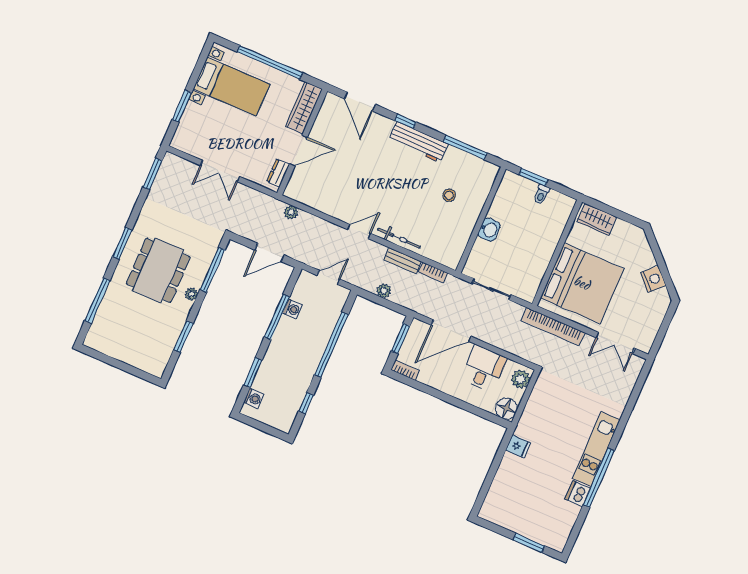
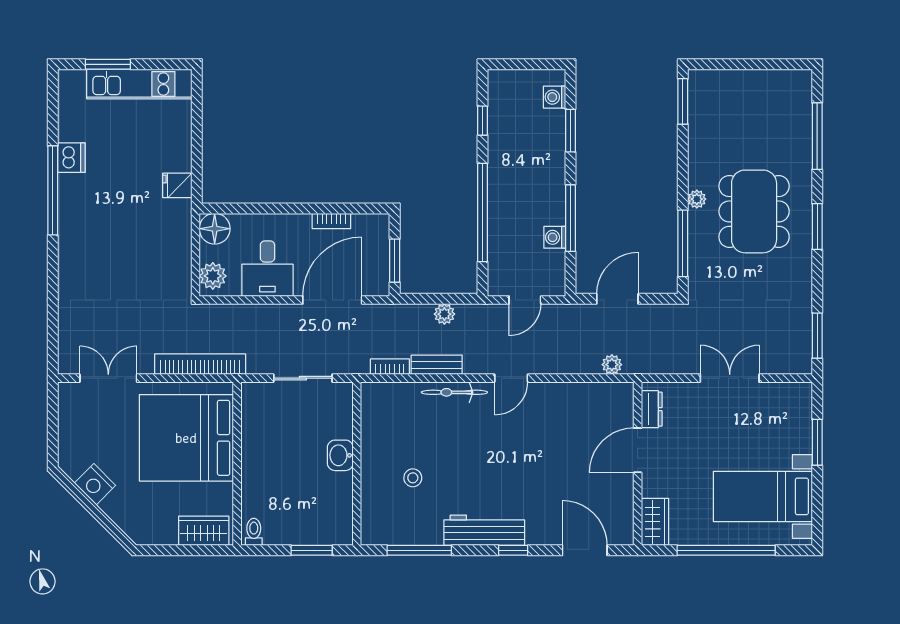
wardrobe: (304, 108) -> (655, 522), width x0.67
toilet: (541, 194) -> (254, 532), moved
window: (183, 337) -> (683, 101), moved
bookcase: (405, 370) -> (331, 221), moved
kitchen unit: (596, 449) -> (139, 84), moved, turned 90

